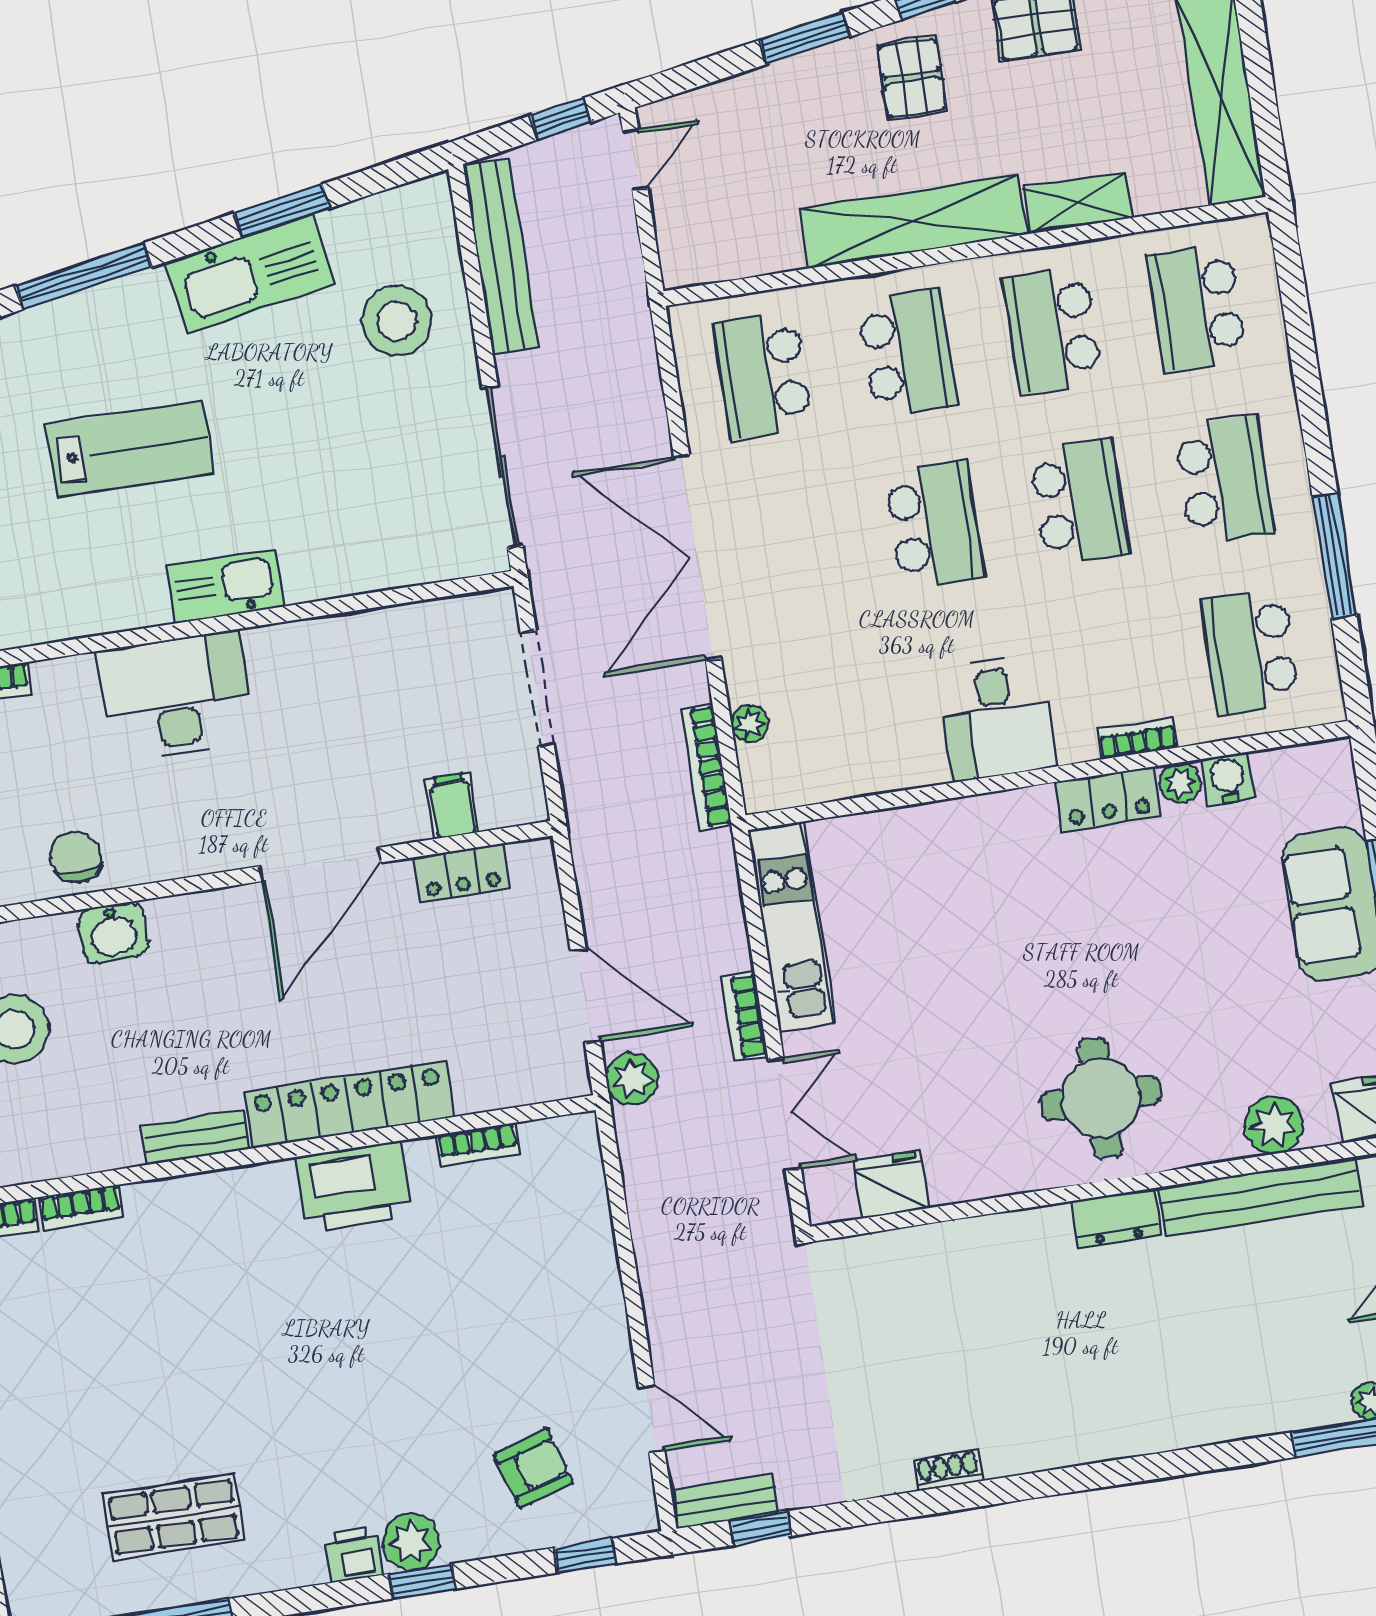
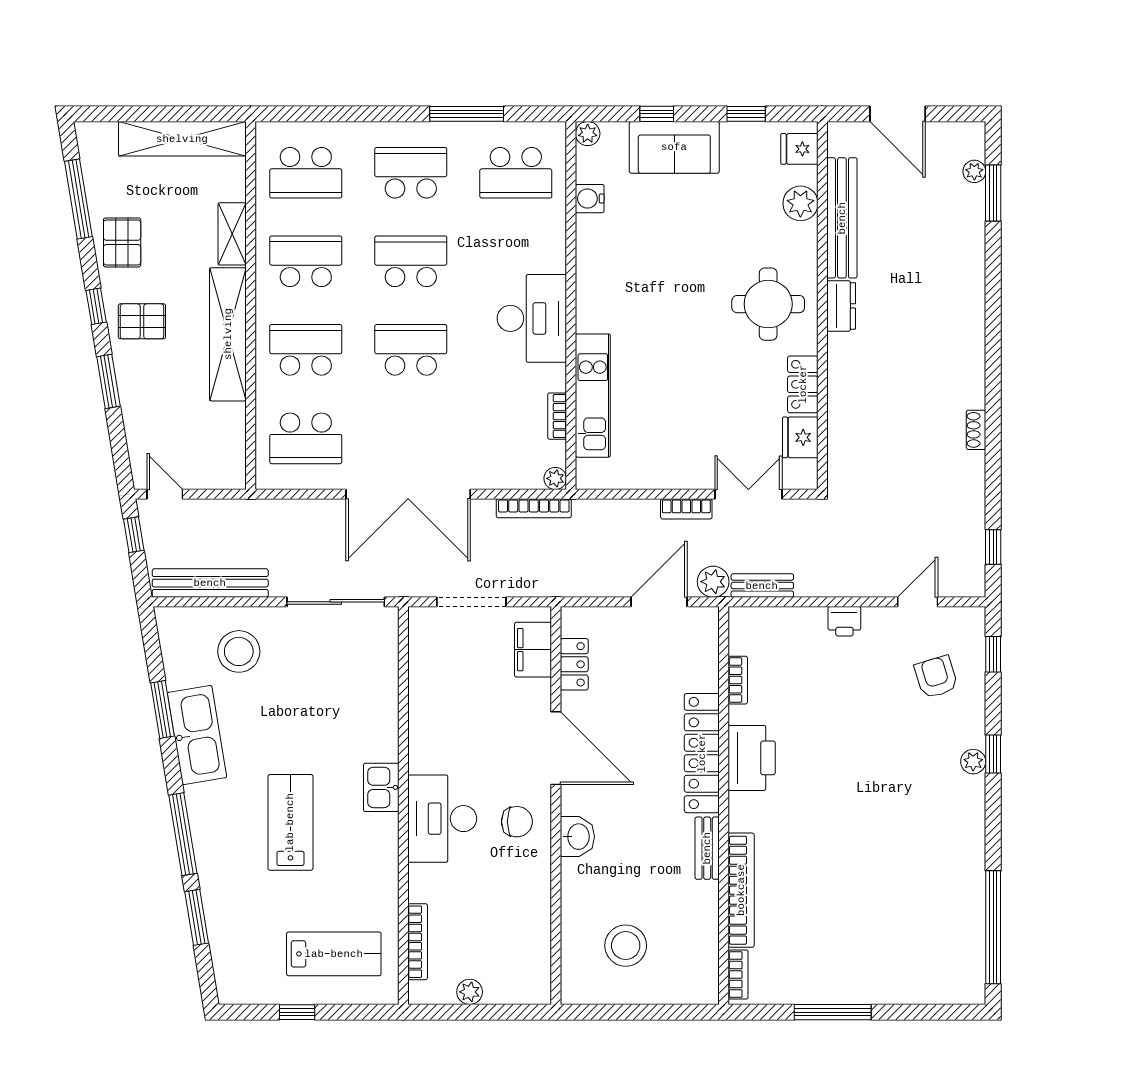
school desk: (1052, 330) -> (306, 261), turned 180
kitchen sink: (226, 586) -> (381, 787), width x0.73
desk: (997, 718) -> (532, 318), width x1.37
plant: (750, 724) -> (555, 478), moved
bookcase: (1137, 738) -> (557, 416), moved
plant: (1180, 783) -> (588, 134), moved
locker: (1108, 799) -> (803, 384), moved, turned 180
filing cabinet: (452, 805) -> (533, 650), width x2.00
chair: (76, 857) -> (517, 822), moved, turned 180
kitchen unit: (792, 927) -> (593, 396), moved, turned 90
washbasin: (113, 933) -> (577, 837), moved
bookcase: (81, 1207) -> (741, 890), width x2.31, depth x1.31
bench: (724, 1501) -> (762, 586), moved, turned 90
shop shelf: (174, 1517) -> (932, 896), removed
plant: (411, 1542) -> (973, 762), width x0.73, depth x0.73
printer: (353, 1555) -> (844, 621), moved, turned -90

